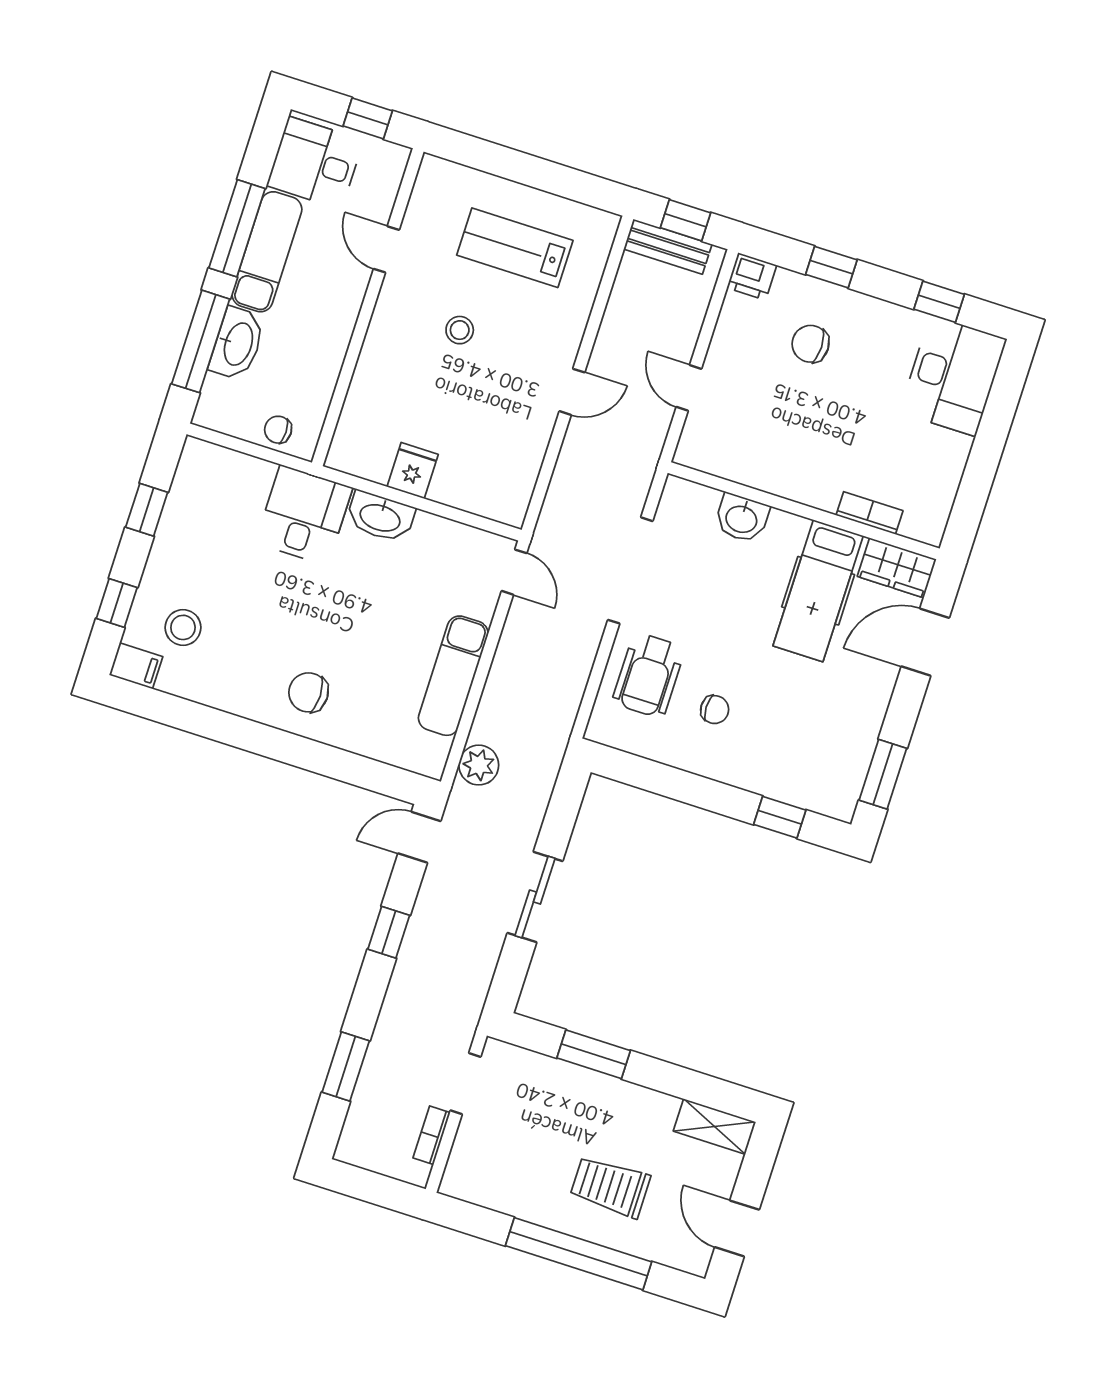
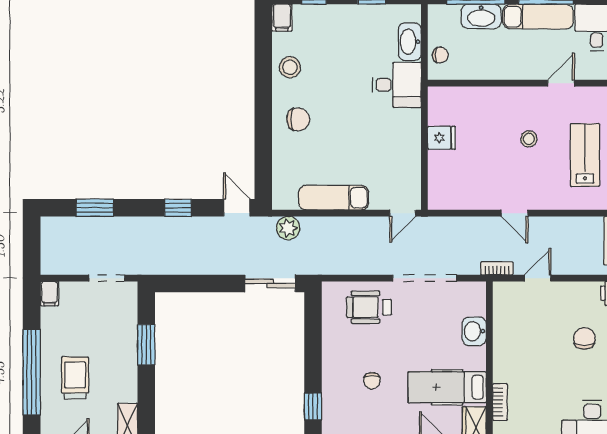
chair: (278, 430) -> (440, 55), turned 90
washbasin: (380, 517) -> (410, 42), moved
stool: (183, 627) -> (290, 67), moved
chair: (308, 692) -> (298, 119), turned 90
chair: (715, 710) -> (372, 381), moved
sliding door: (535, 897) -> (270, 283), moved
bookcase: (432, 1135) -> (497, 268), moved
filing cabinet: (461, 1184) -> (49, 294), added

